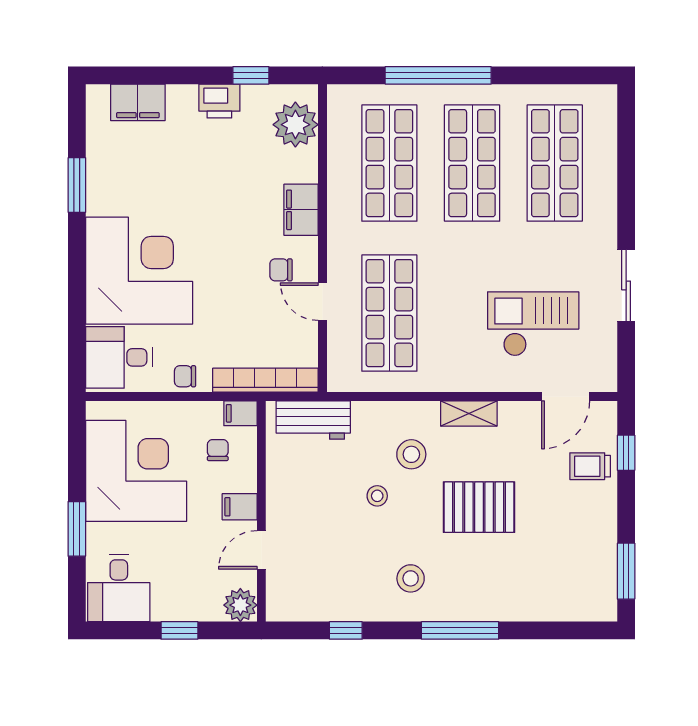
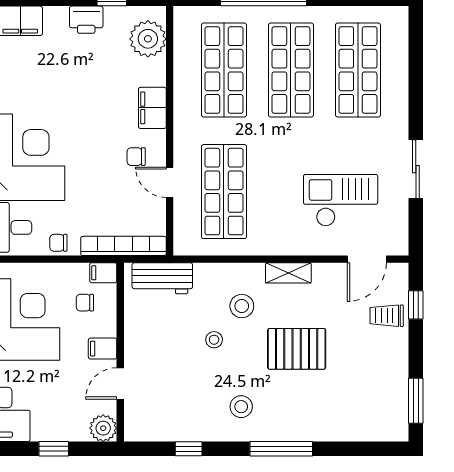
chair: (218, 450) -> (85, 303), turned -90

